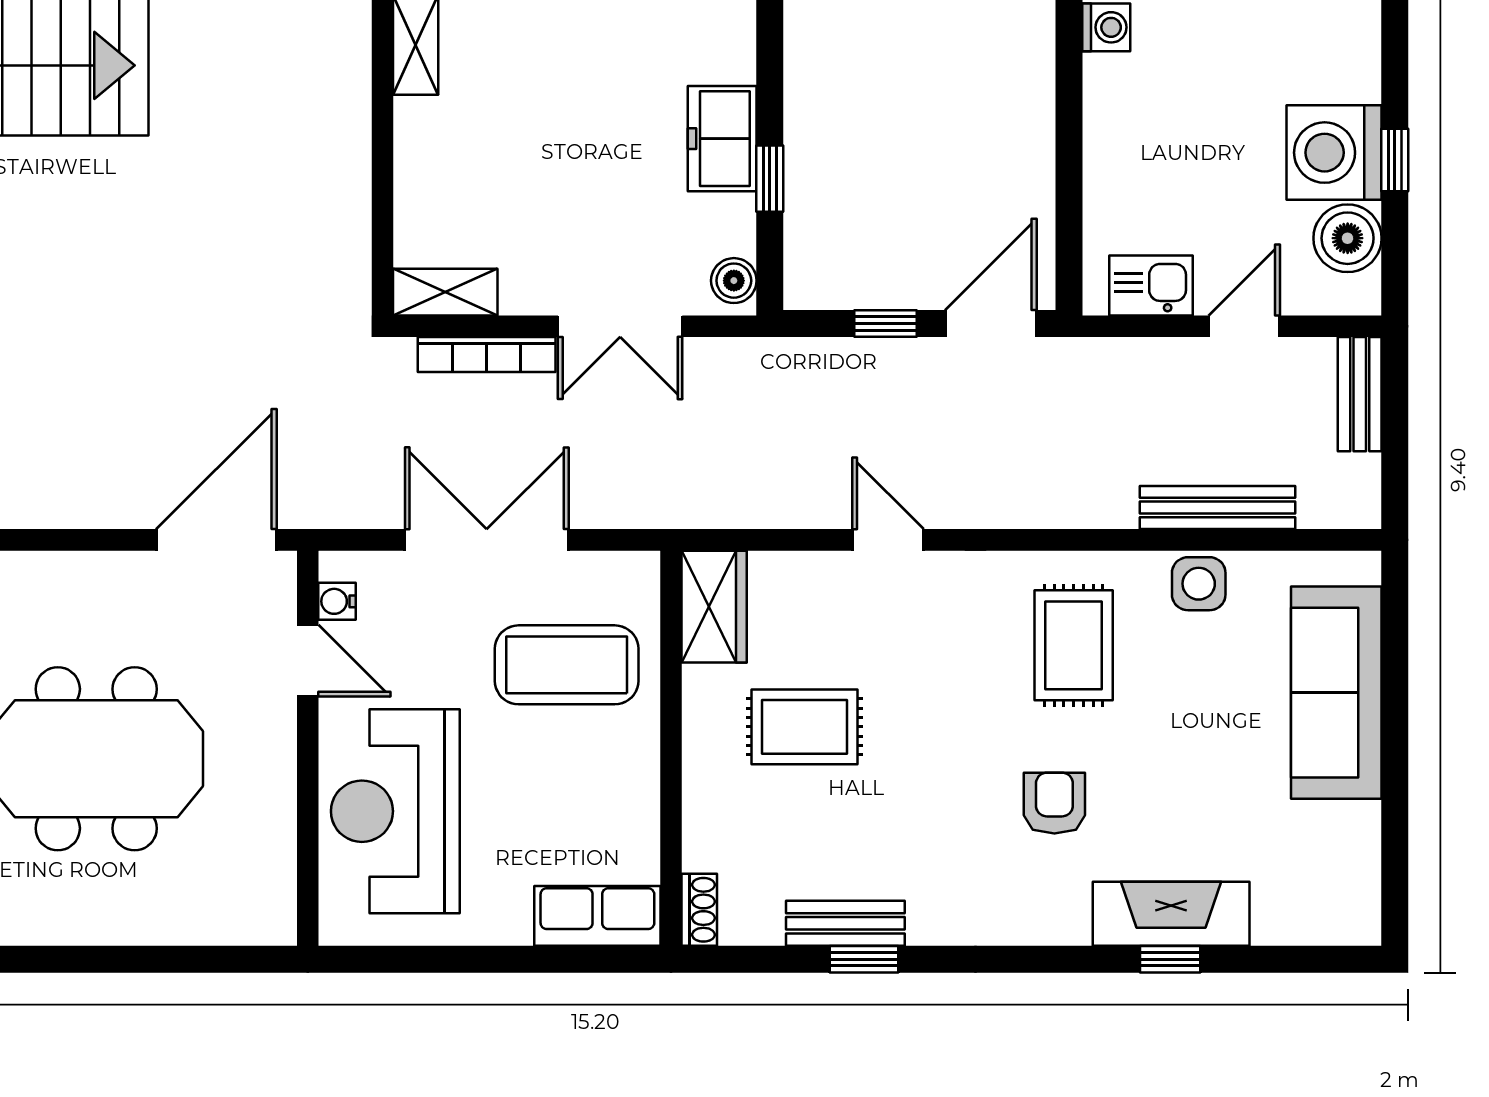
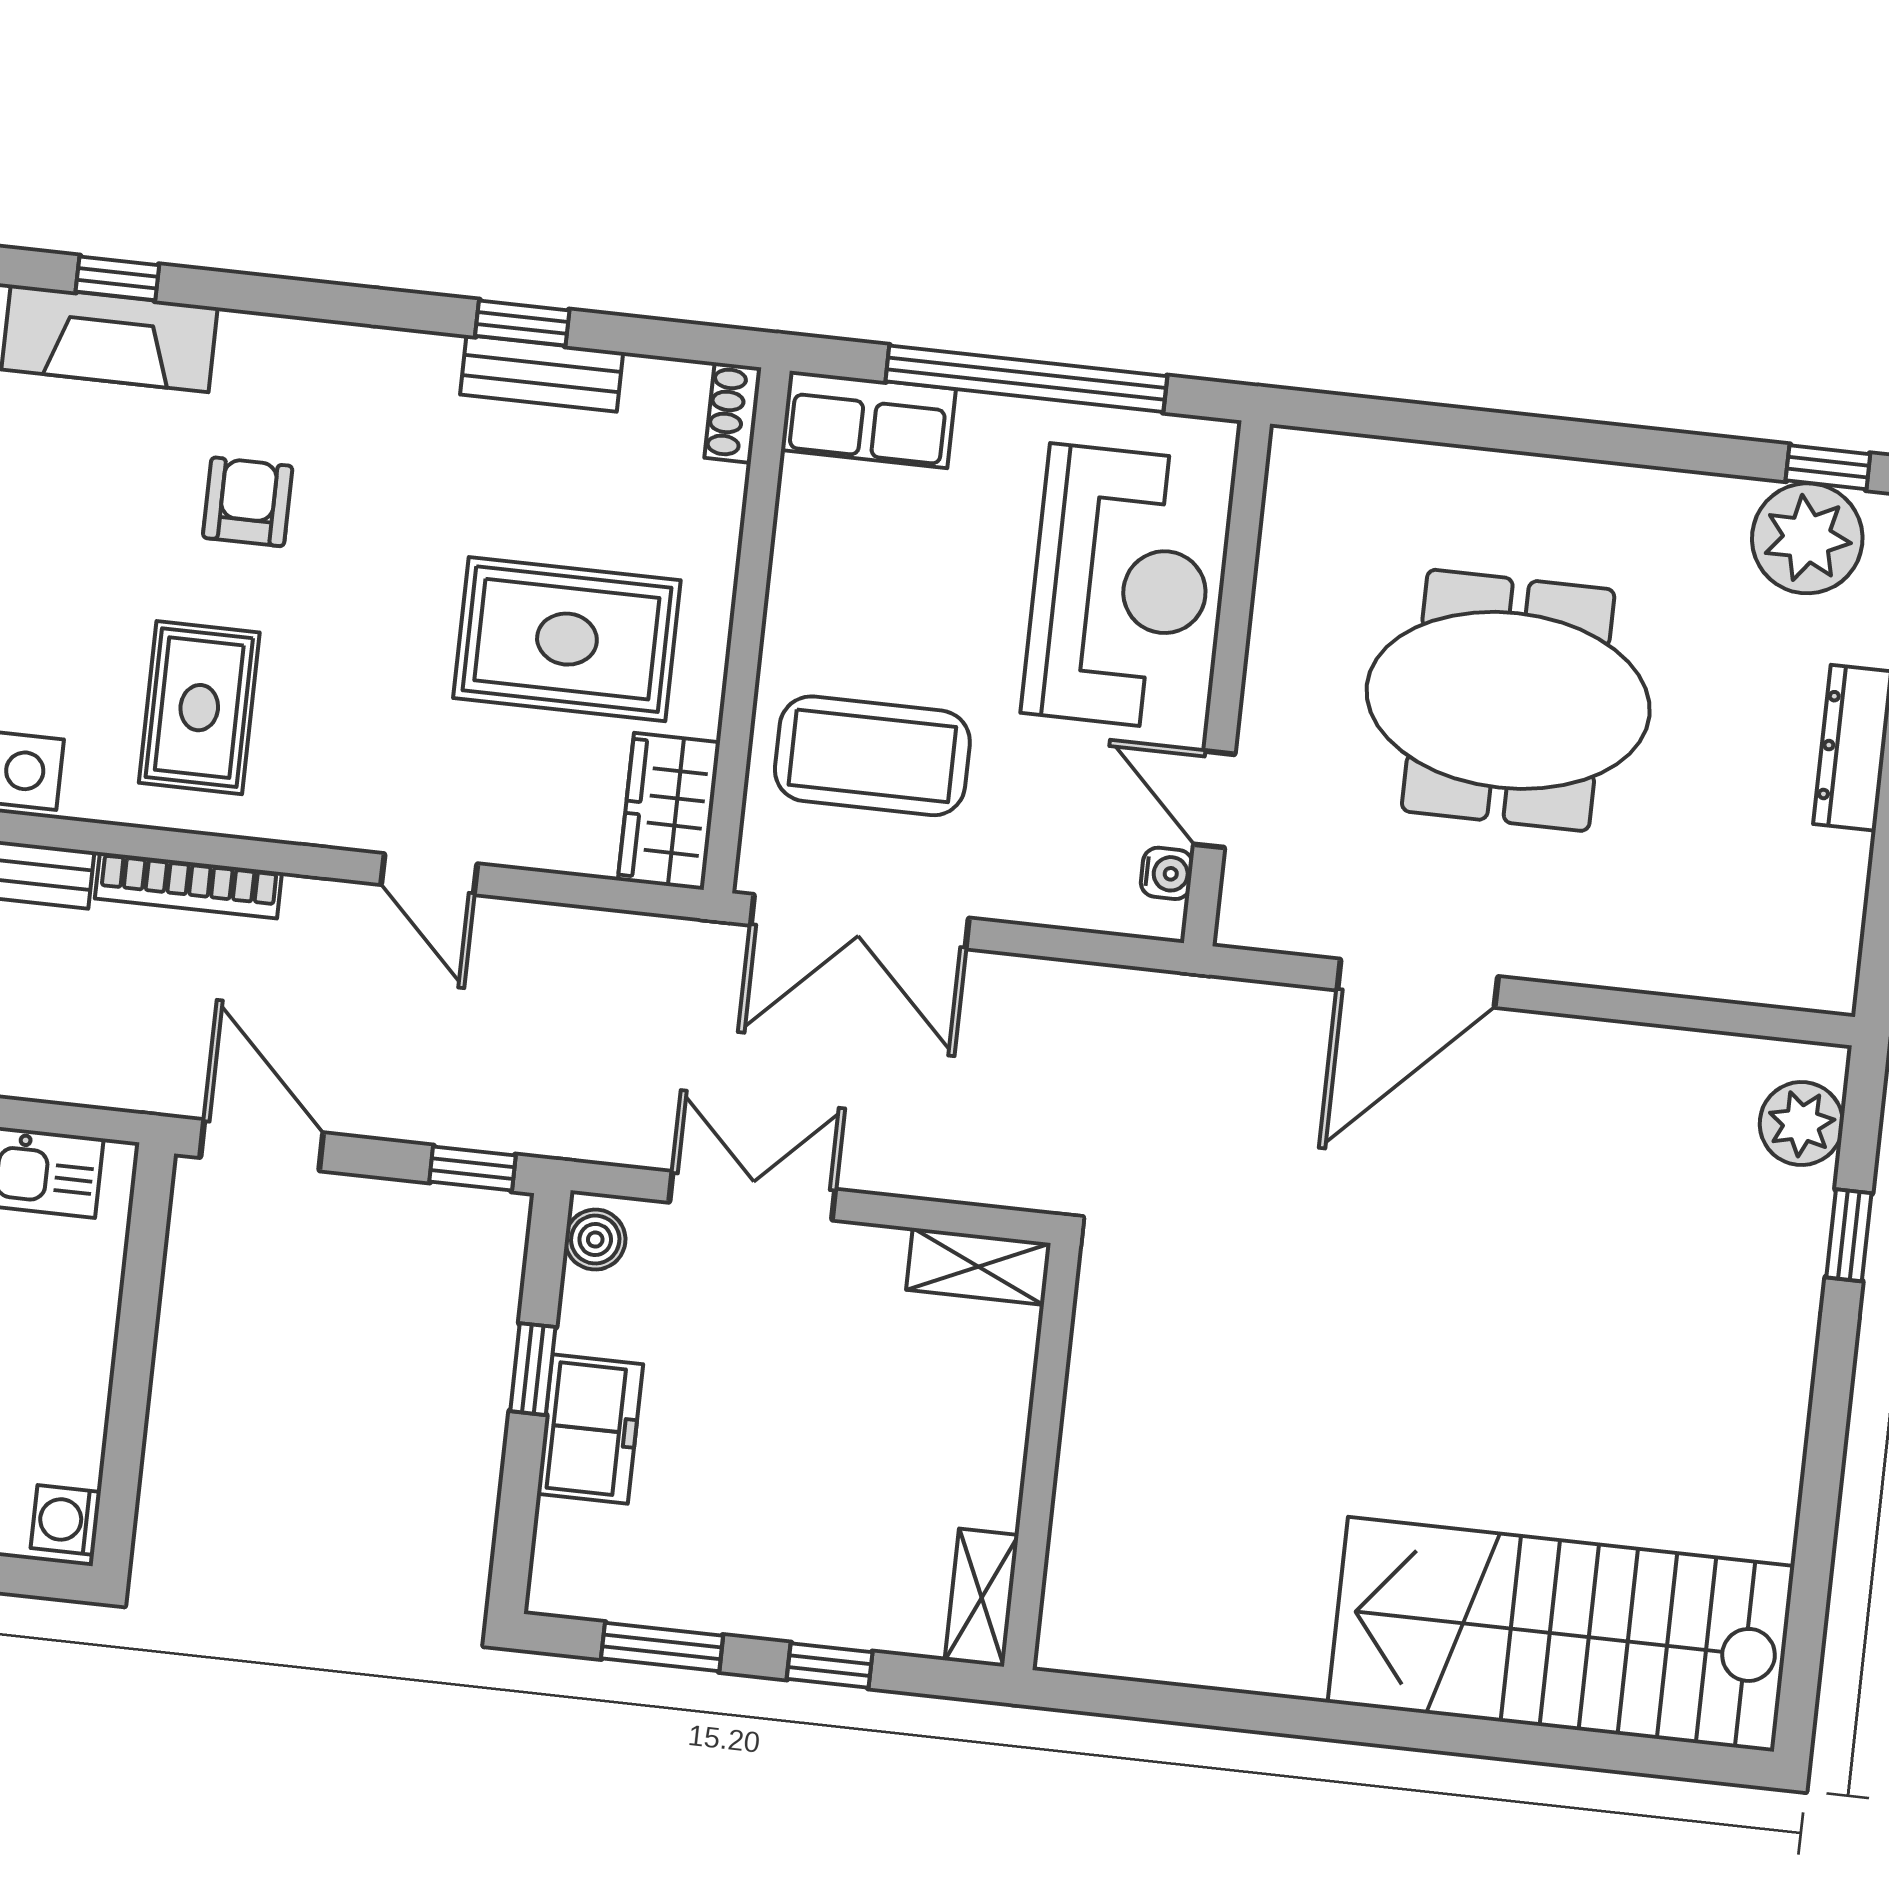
window: (885, 324) -> (473, 1168), moved
door: (991, 324) -> (262, 1145), swing flipped
bookcase: (487, 355) -> (188, 885), moved, turned 180
door: (216, 540) -> (1418, 983), moved
double door: (487, 540) -> (860, 922), moved
rug: (804, 727) -> (567, 639), width x1.36, depth x1.43
armchair: (1054, 803) -> (248, 502), turned 180
window: (483, 959) -> (1026, 379), added

